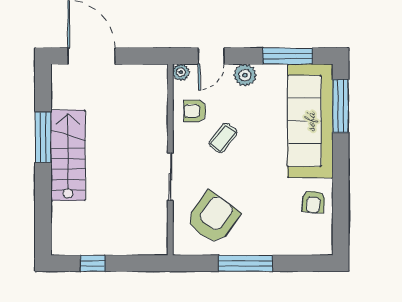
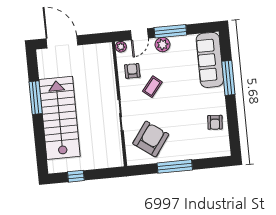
window: (288, 56) -> (170, 31), moved
window: (341, 106) -> (228, 78), moved
armchair: (195, 111) -> (132, 71), turned 90
sofa: (310, 121) -> (210, 60), width x0.74, depth x0.79
stairs: (68, 155) -> (60, 118), width x1.36, depth x1.51

